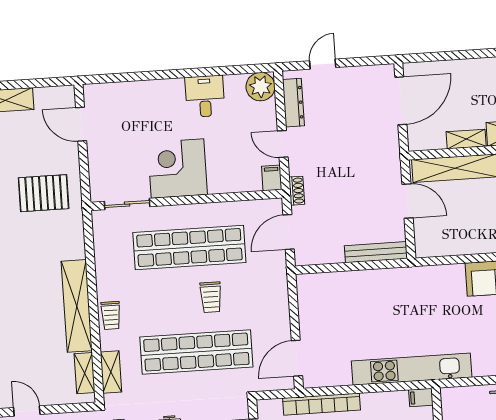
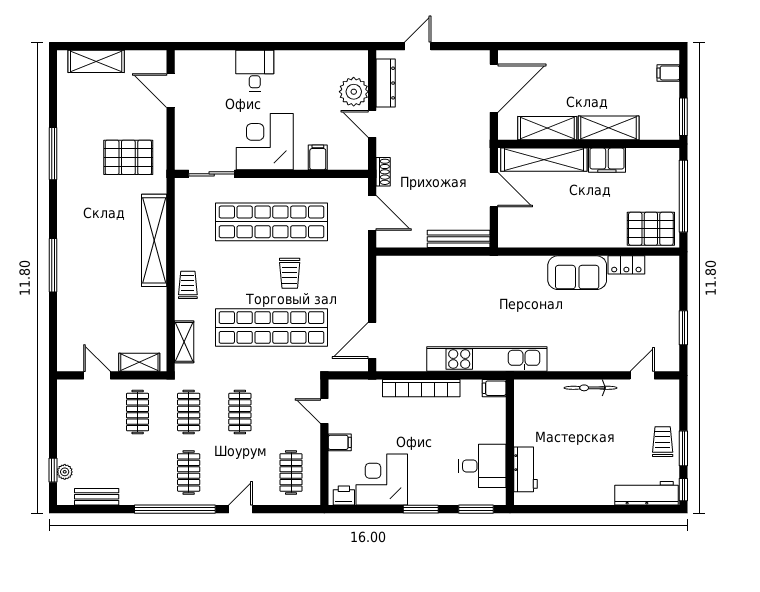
plant: (261, 87) -> (354, 92), moved
desk: (205, 96) -> (255, 71), moved
shelving: (466, 139) -> (547, 128), width x1.50, depth x1.33
filing cabinet: (272, 178) -> (318, 157), moved
door: (289, 232) -> (372, 213), swing flipped
shelving: (77, 306) -> (154, 240), moved
trolley: (111, 315) -> (188, 285), turned 180
shelving: (85, 373) -> (139, 362), moved, turned 90
bookcase: (322, 404) -> (421, 388), moved

